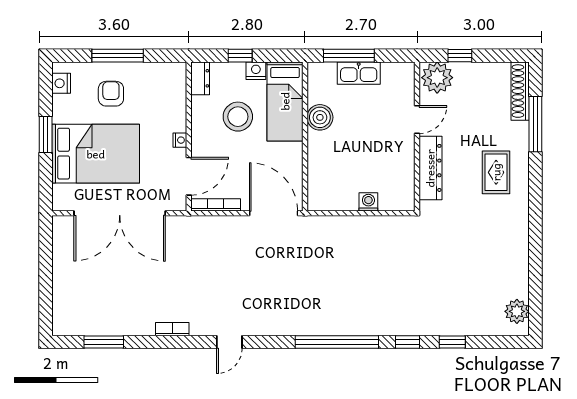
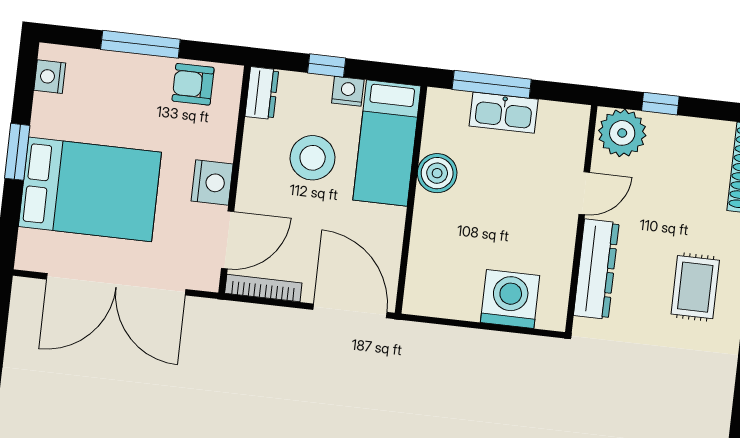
armchair: (111, 94) -> (193, 84), moved, turned -90
nightstand: (180, 140) -> (212, 182), width x1.89, depth x1.79
washing machine: (368, 202) -> (510, 299), width x1.89, depth x1.89

